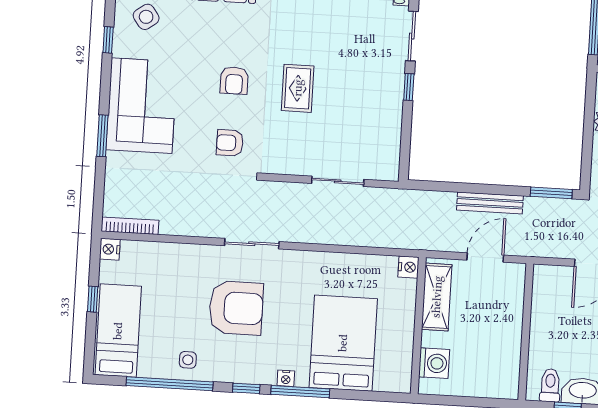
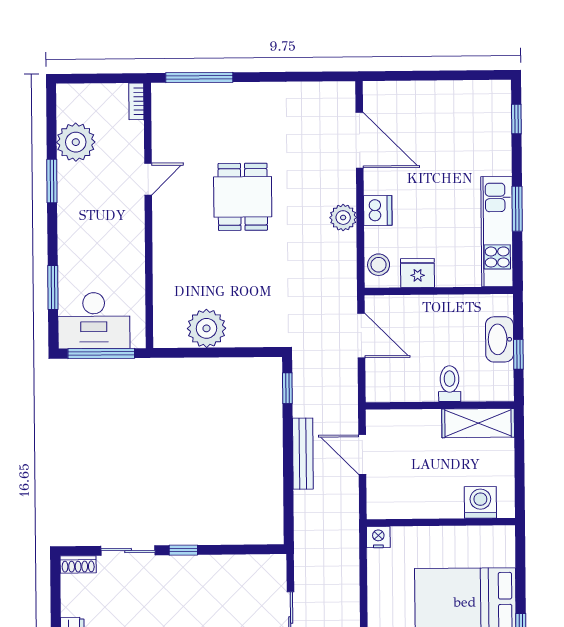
window: (551, 193) -> (287, 388), width x0.67
shelving: (437, 297) -> (478, 423), moved
toilet: (550, 385) -> (450, 384), moved, turned 90

